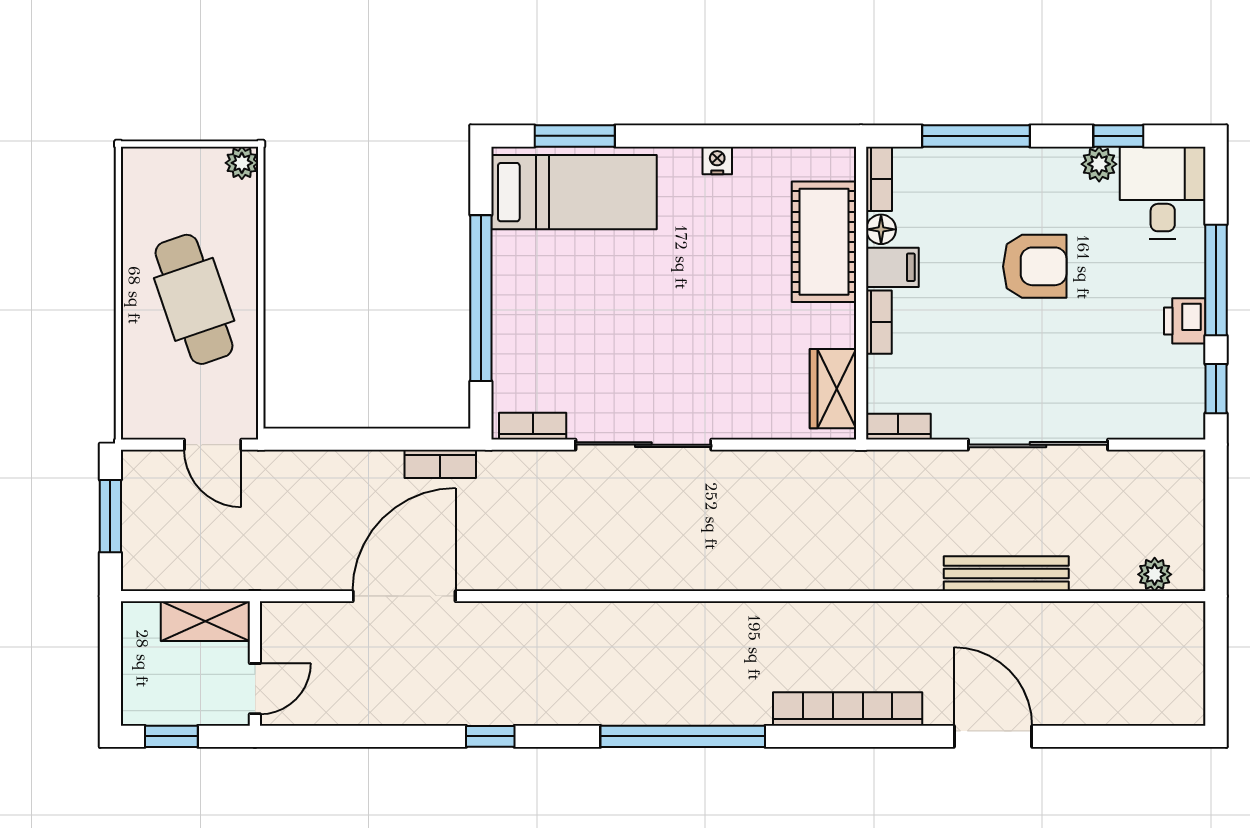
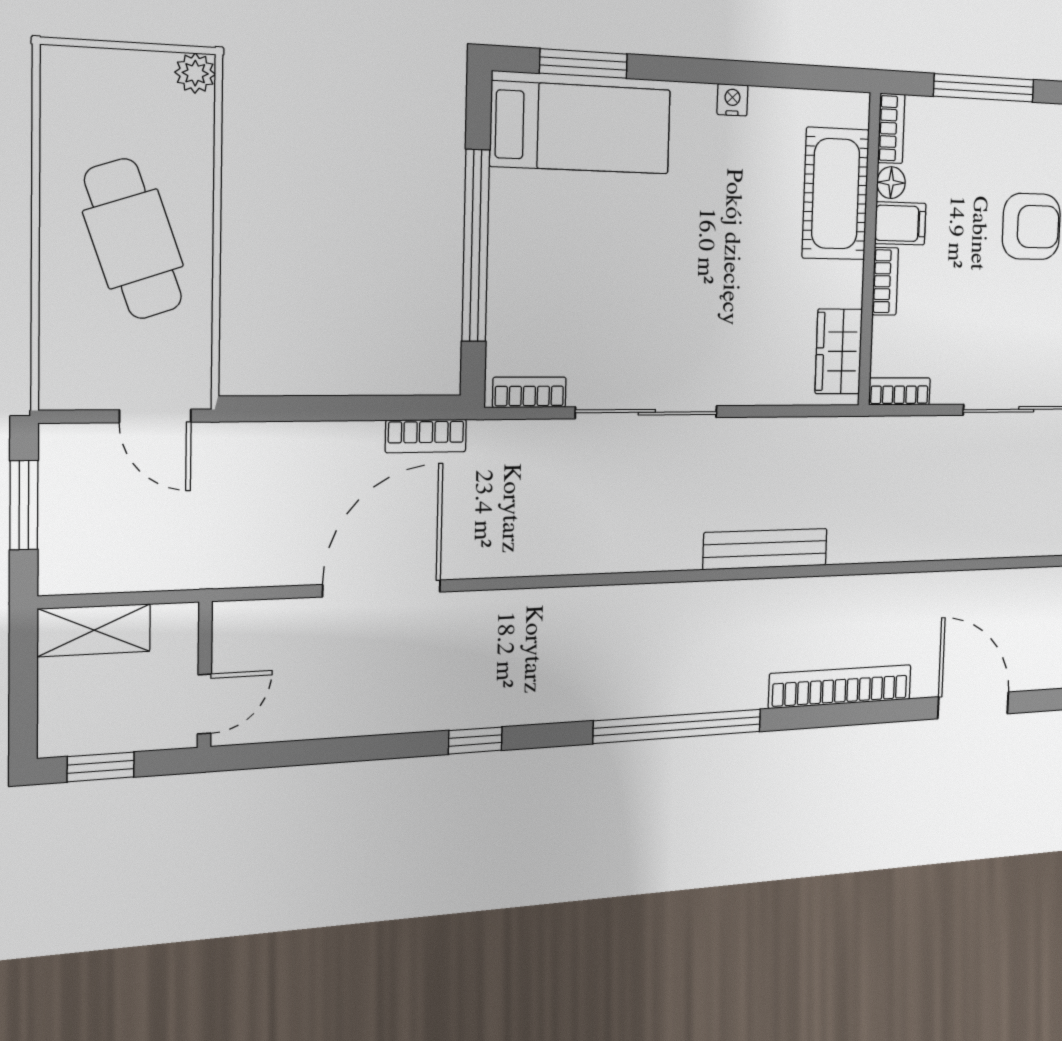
bench: (1006, 574) -> (765, 549), moved
shelving: (205, 621) -> (94, 630), moved

